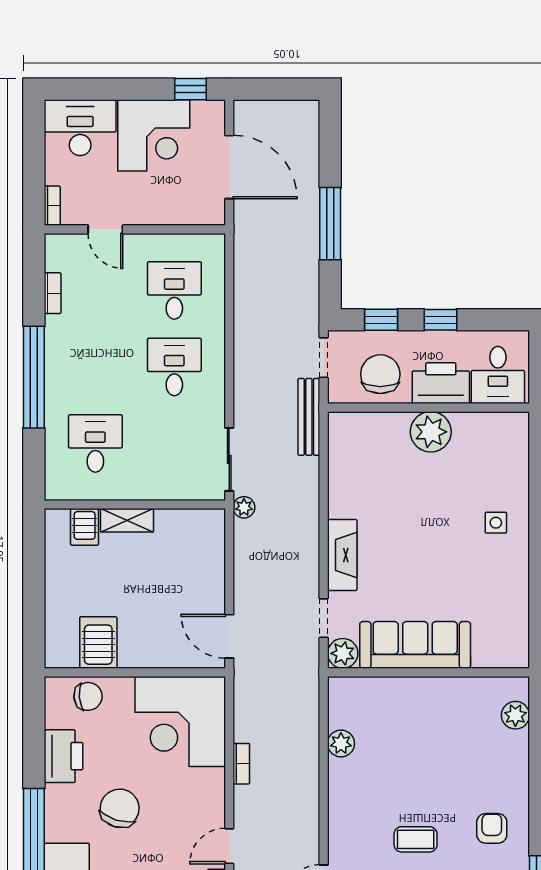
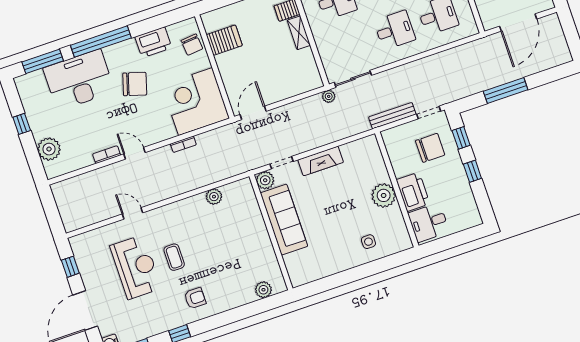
desk: (498, 375) -> (429, 222), moved
printer: (441, 383) -> (413, 192), moved
wall: (428, 408) -> (397, 189), moved
plant: (431, 432) -> (384, 195), moved

